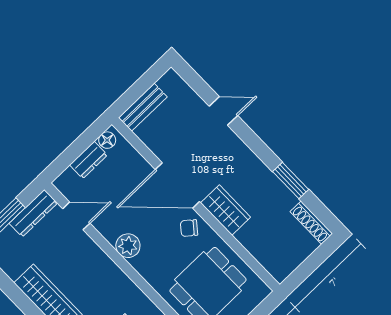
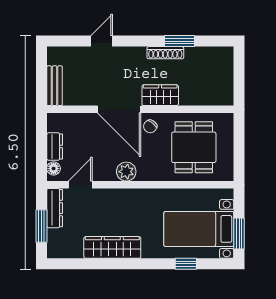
floor lamp: (107, 140) -> (54, 168), moved
door: (177, 186) -> (119, 109), hinge flipped
shoe rack: (311, 223) -> (165, 53), moved

